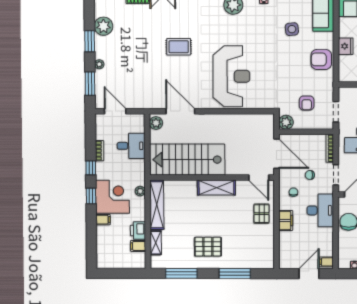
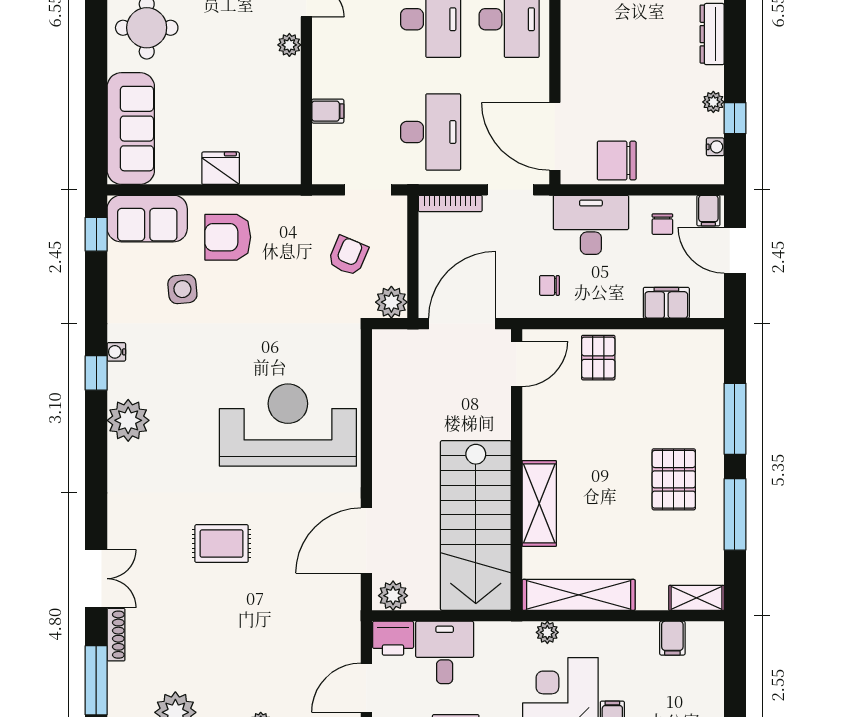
rug: (179, 47) -> (222, 544), turned 90
armchair: (321, 59) -> (228, 237), moved, turned 90
armchair: (307, 103) -> (348, 256), turned -67
chair: (310, 175) -> (662, 224), moved
shelving: (216, 188) -> (539, 503), moved
pallet: (262, 214) -> (598, 358), turned 90
filing cabinet: (286, 220) -> (666, 303), moved
printer: (138, 230) -> (393, 638), moved
shelving: (156, 243) -> (696, 598), moved
window: (181, 273) -> (735, 514), moved

